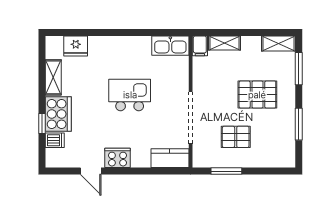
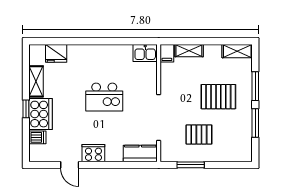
kitchen sink: (170, 46) -> (145, 53), width x0.73
window: (299, 69) -> (255, 86), moved
kitchen island: (130, 95) -> (104, 97), turned 180
window: (42, 123) -> (26, 109), moved

